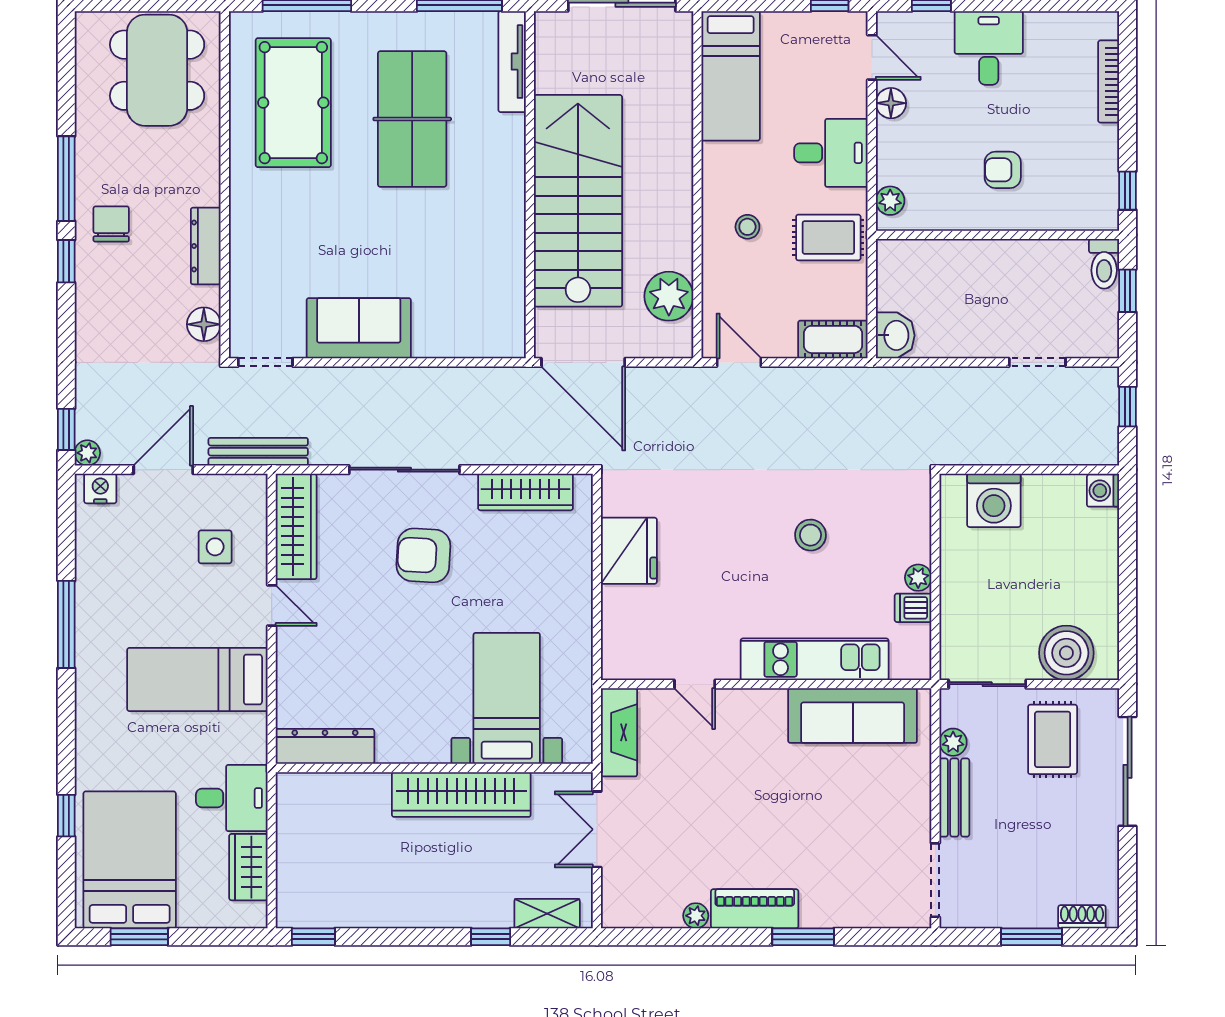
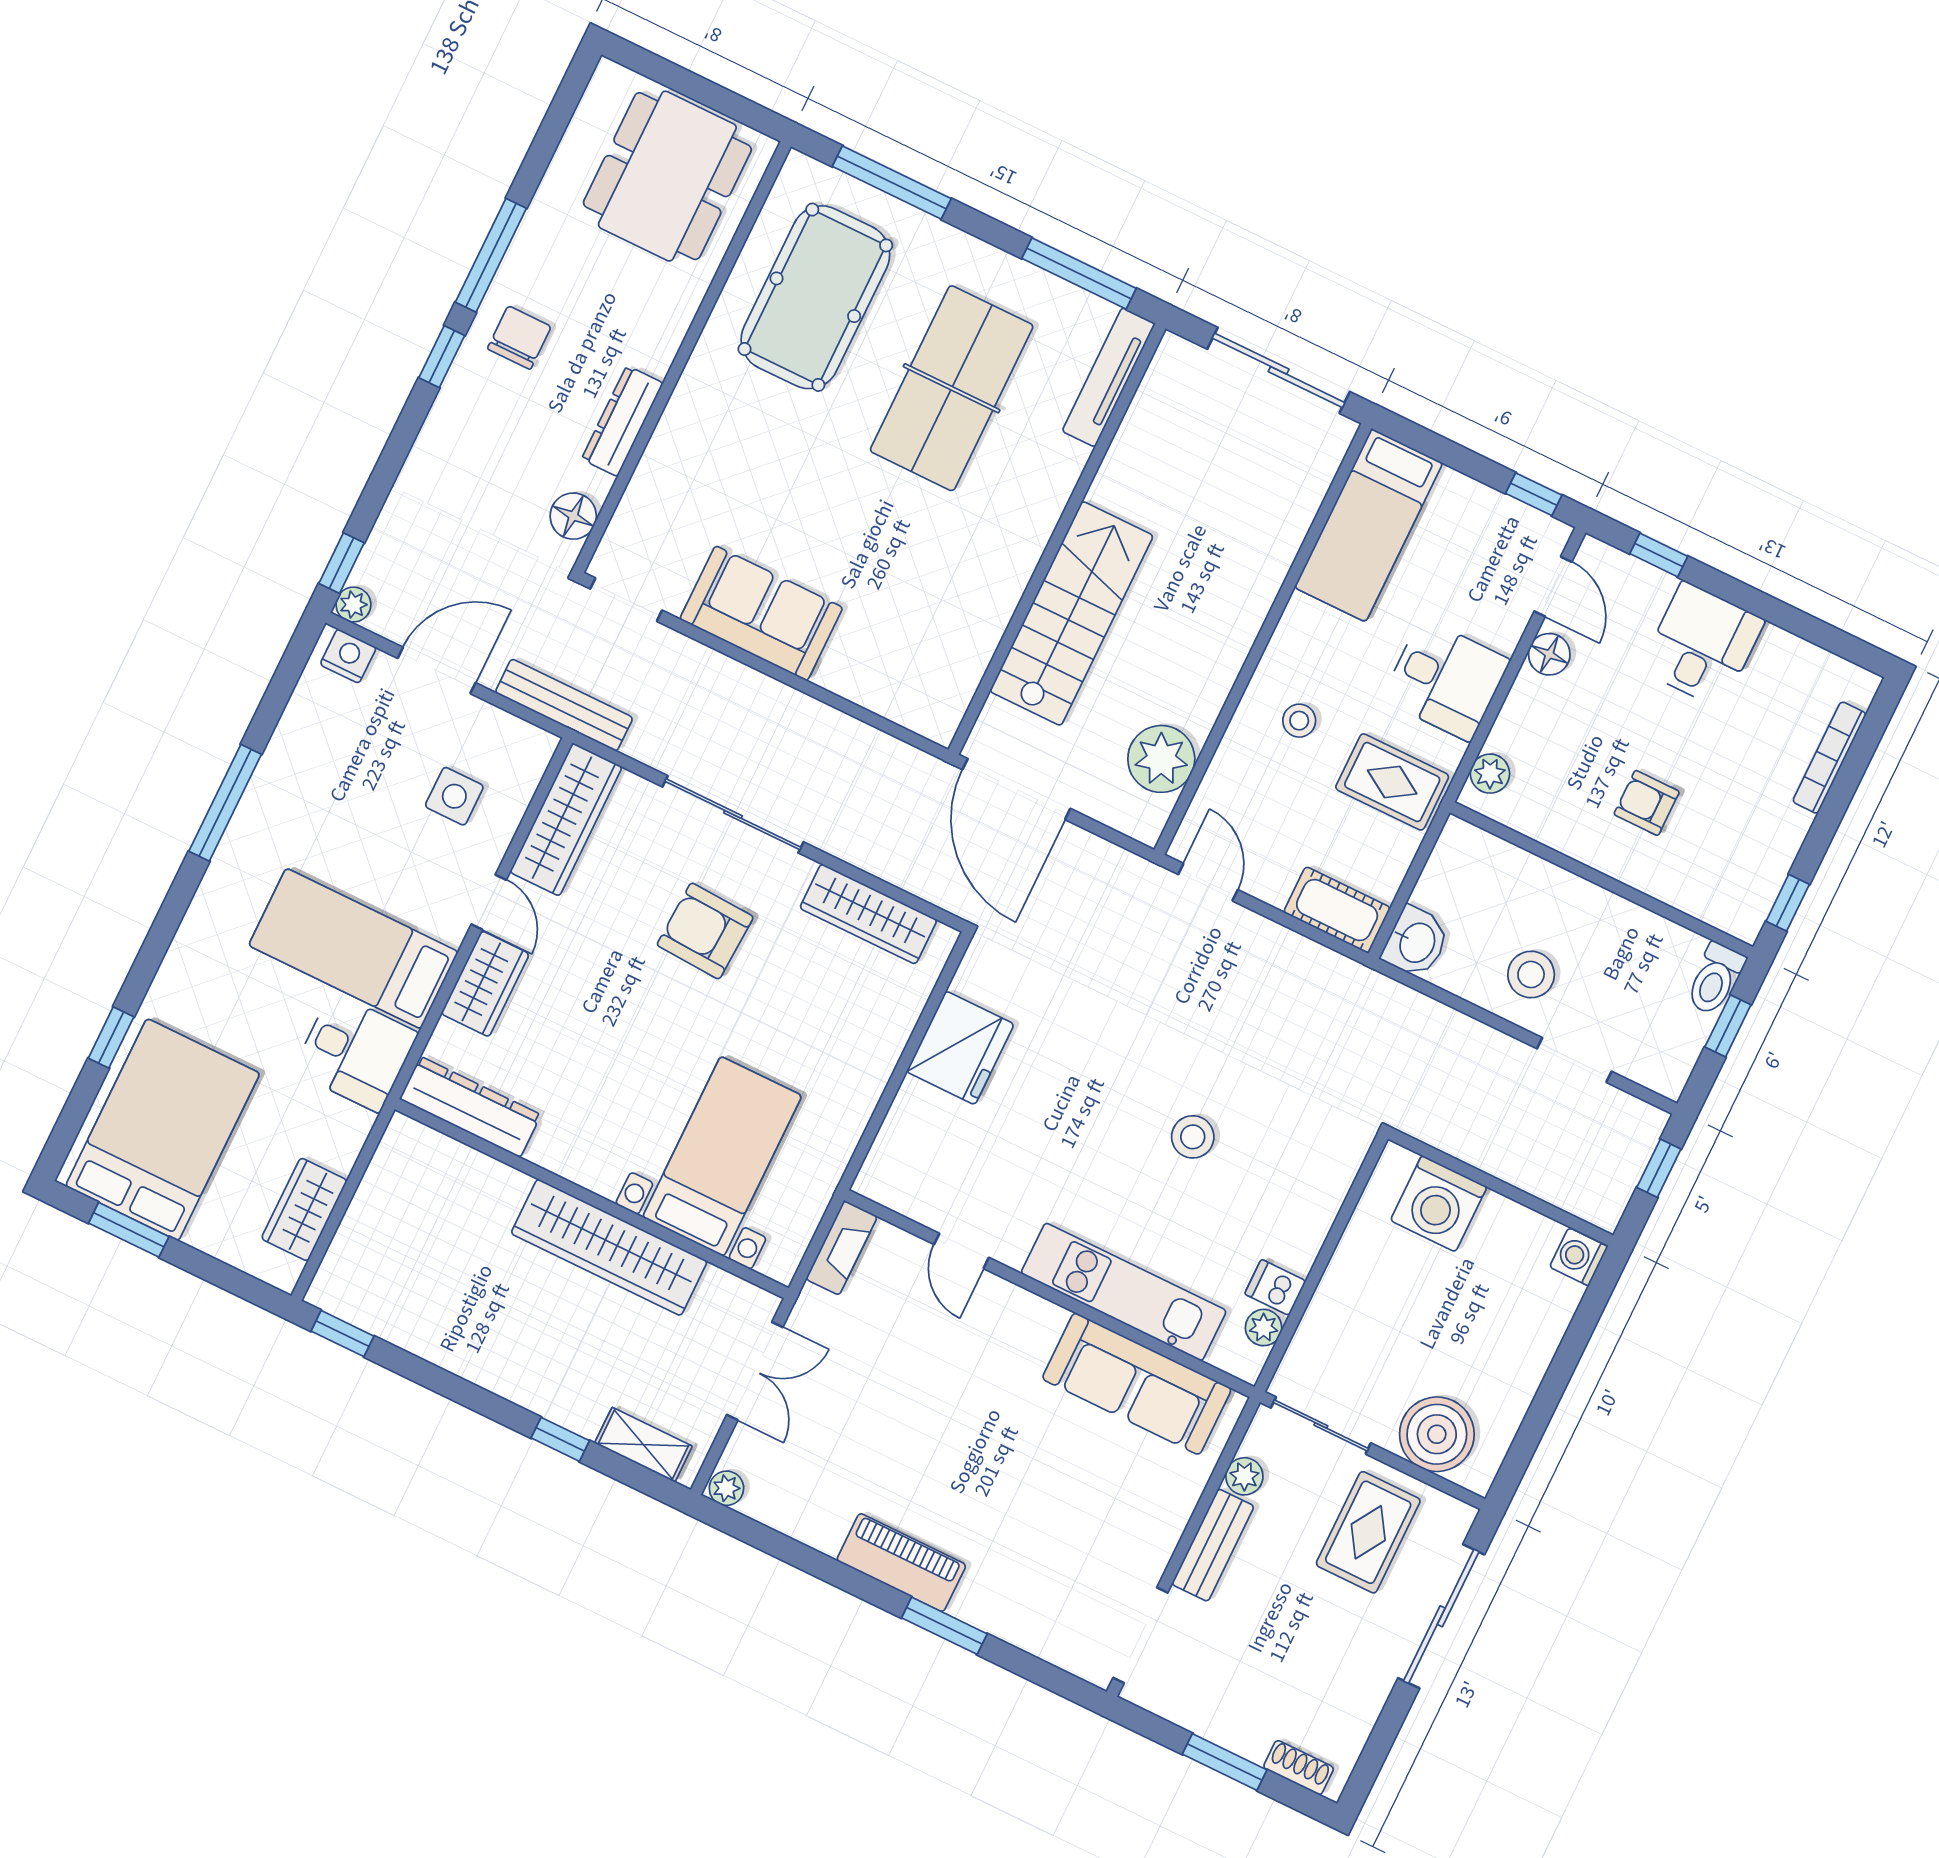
stairs: (578, 201) -> (1071, 613), width x0.73, depth x0.66
stool: (981, 320) -> (1531, 975), added
plant: (918, 578) -> (1264, 1328), moved
wardrobe: (295, 661) -> (485, 984), added
fireplace: (619, 732) -> (842, 1248), width x0.73, depth x0.76
desk: (232, 798) -> (356, 1052), moved
double door: (597, 829) -> (755, 1371), swing flipped
plant: (696, 916) -> (726, 1488), moved

